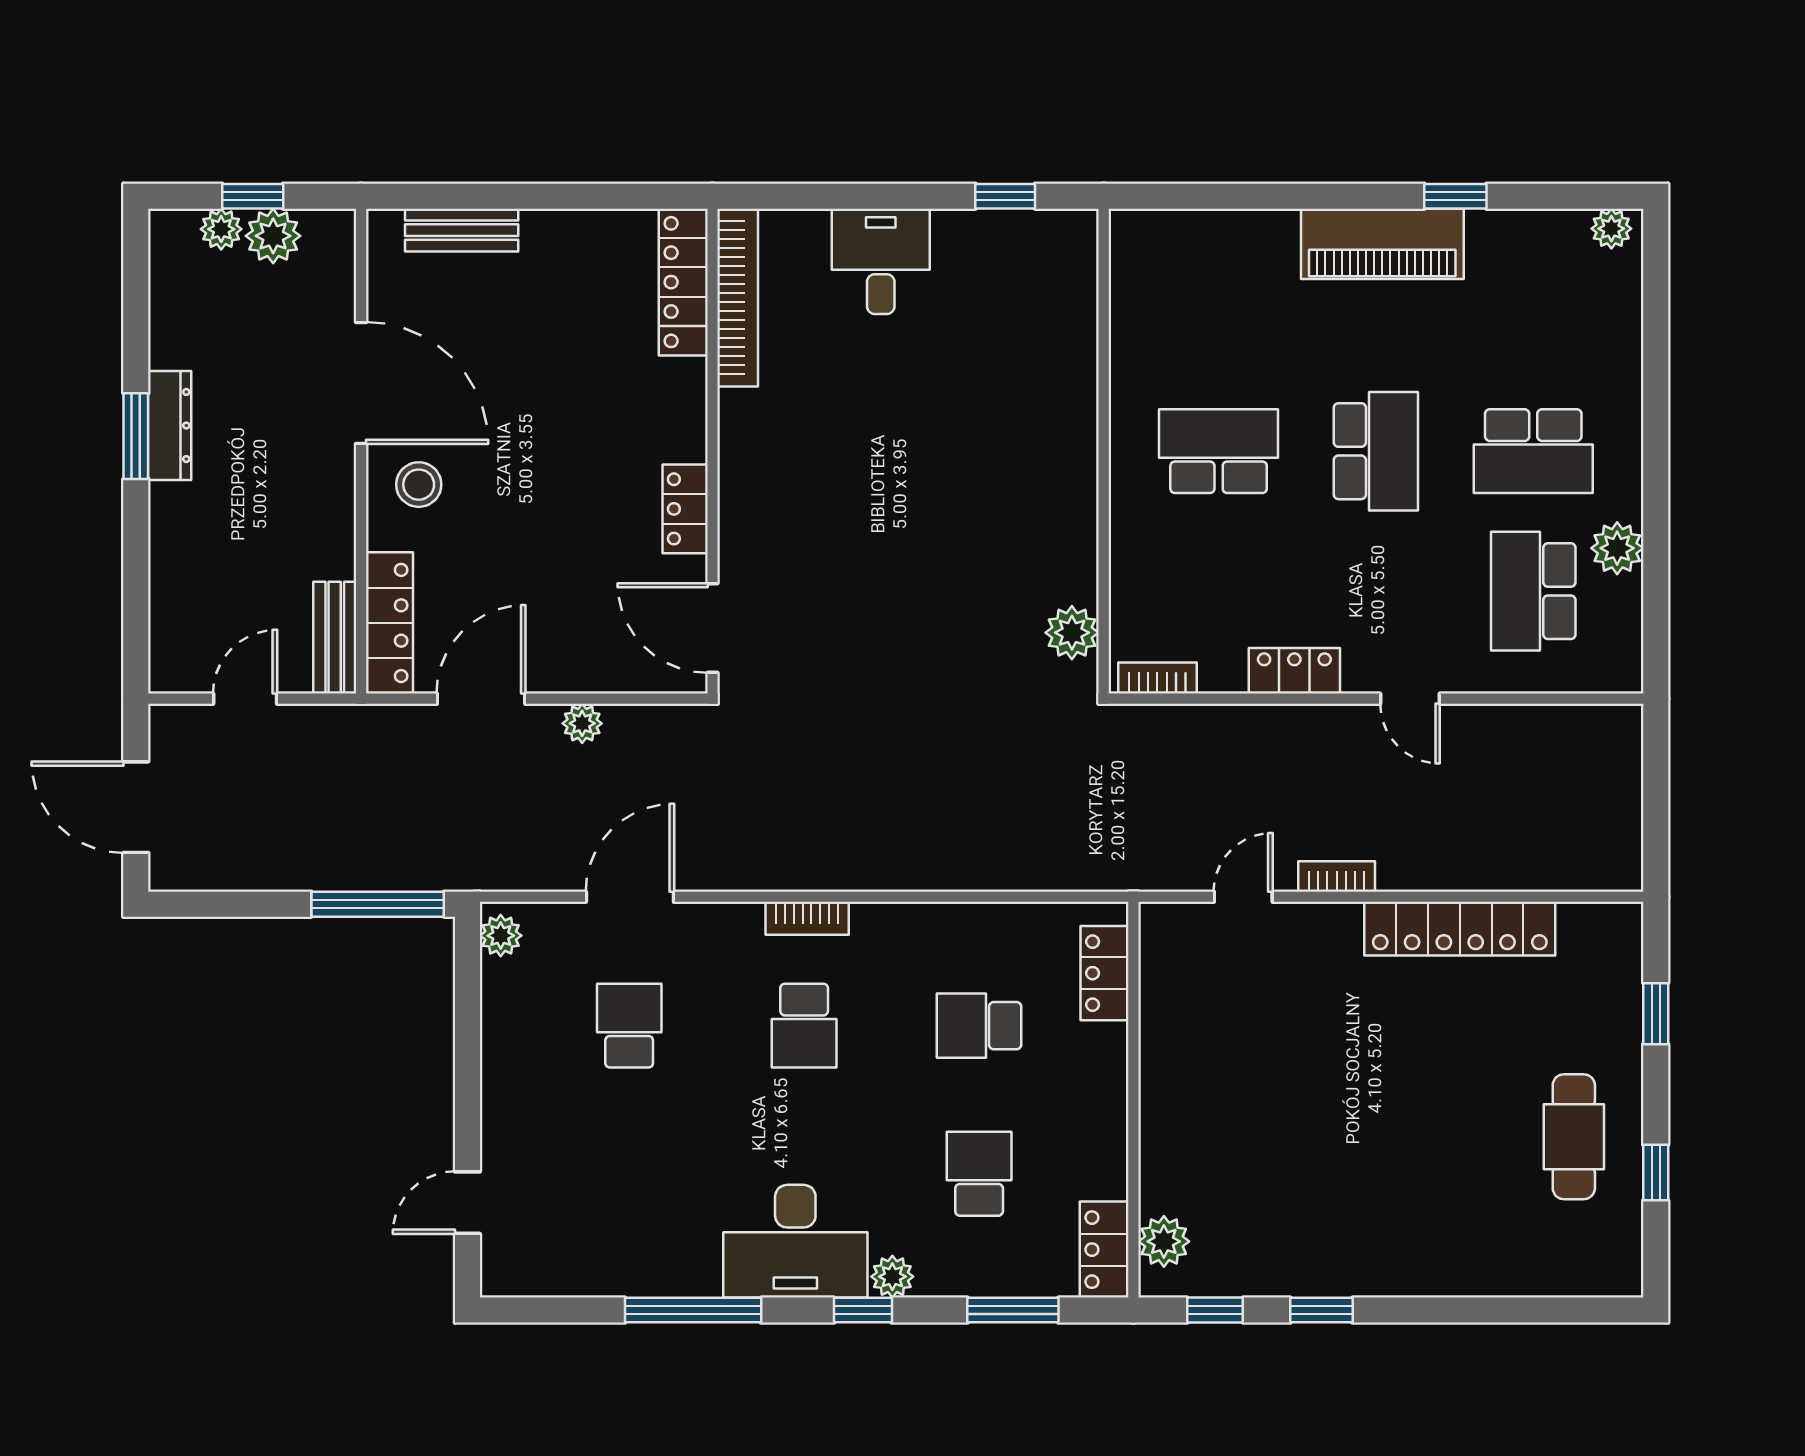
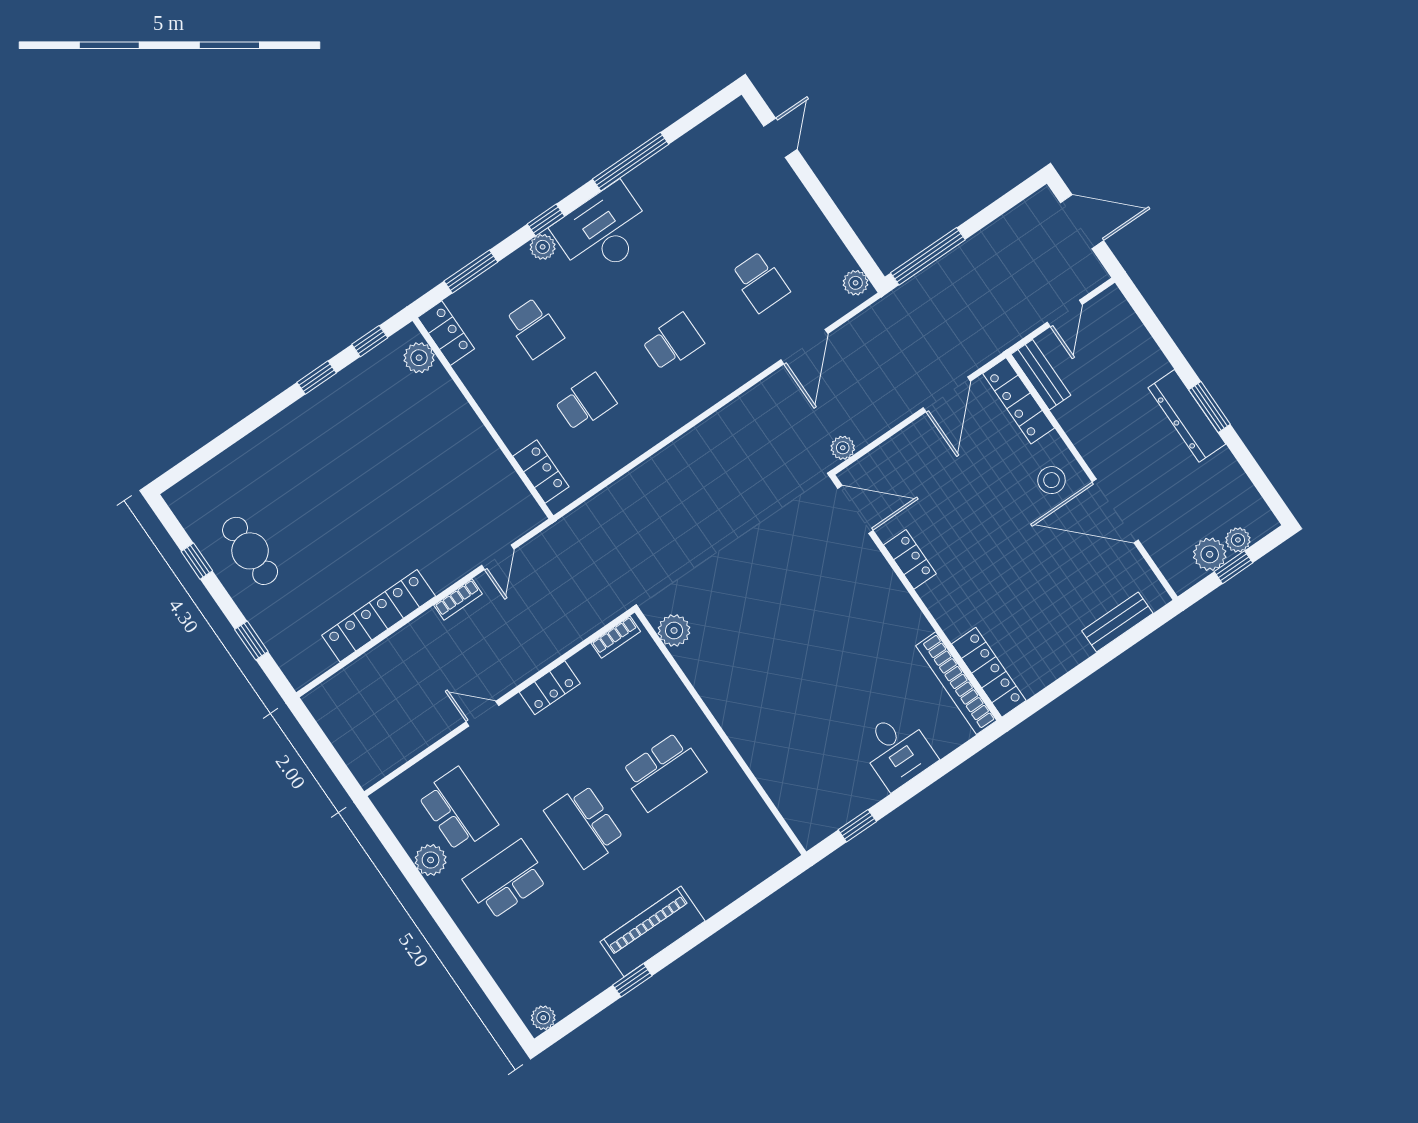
dresser: (170, 426) -> (1187, 416), width x1.37, depth x1.24
plant: (582, 723) -> (843, 448), moved
bookcase: (807, 918) -> (708, 397), removed
school desk: (804, 1026) -> (673, 342), turned 90

